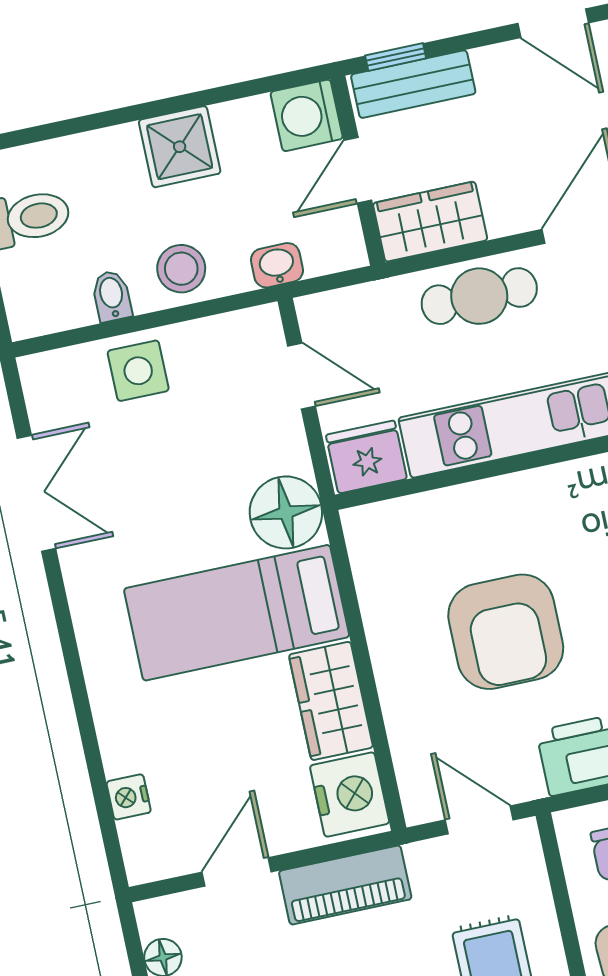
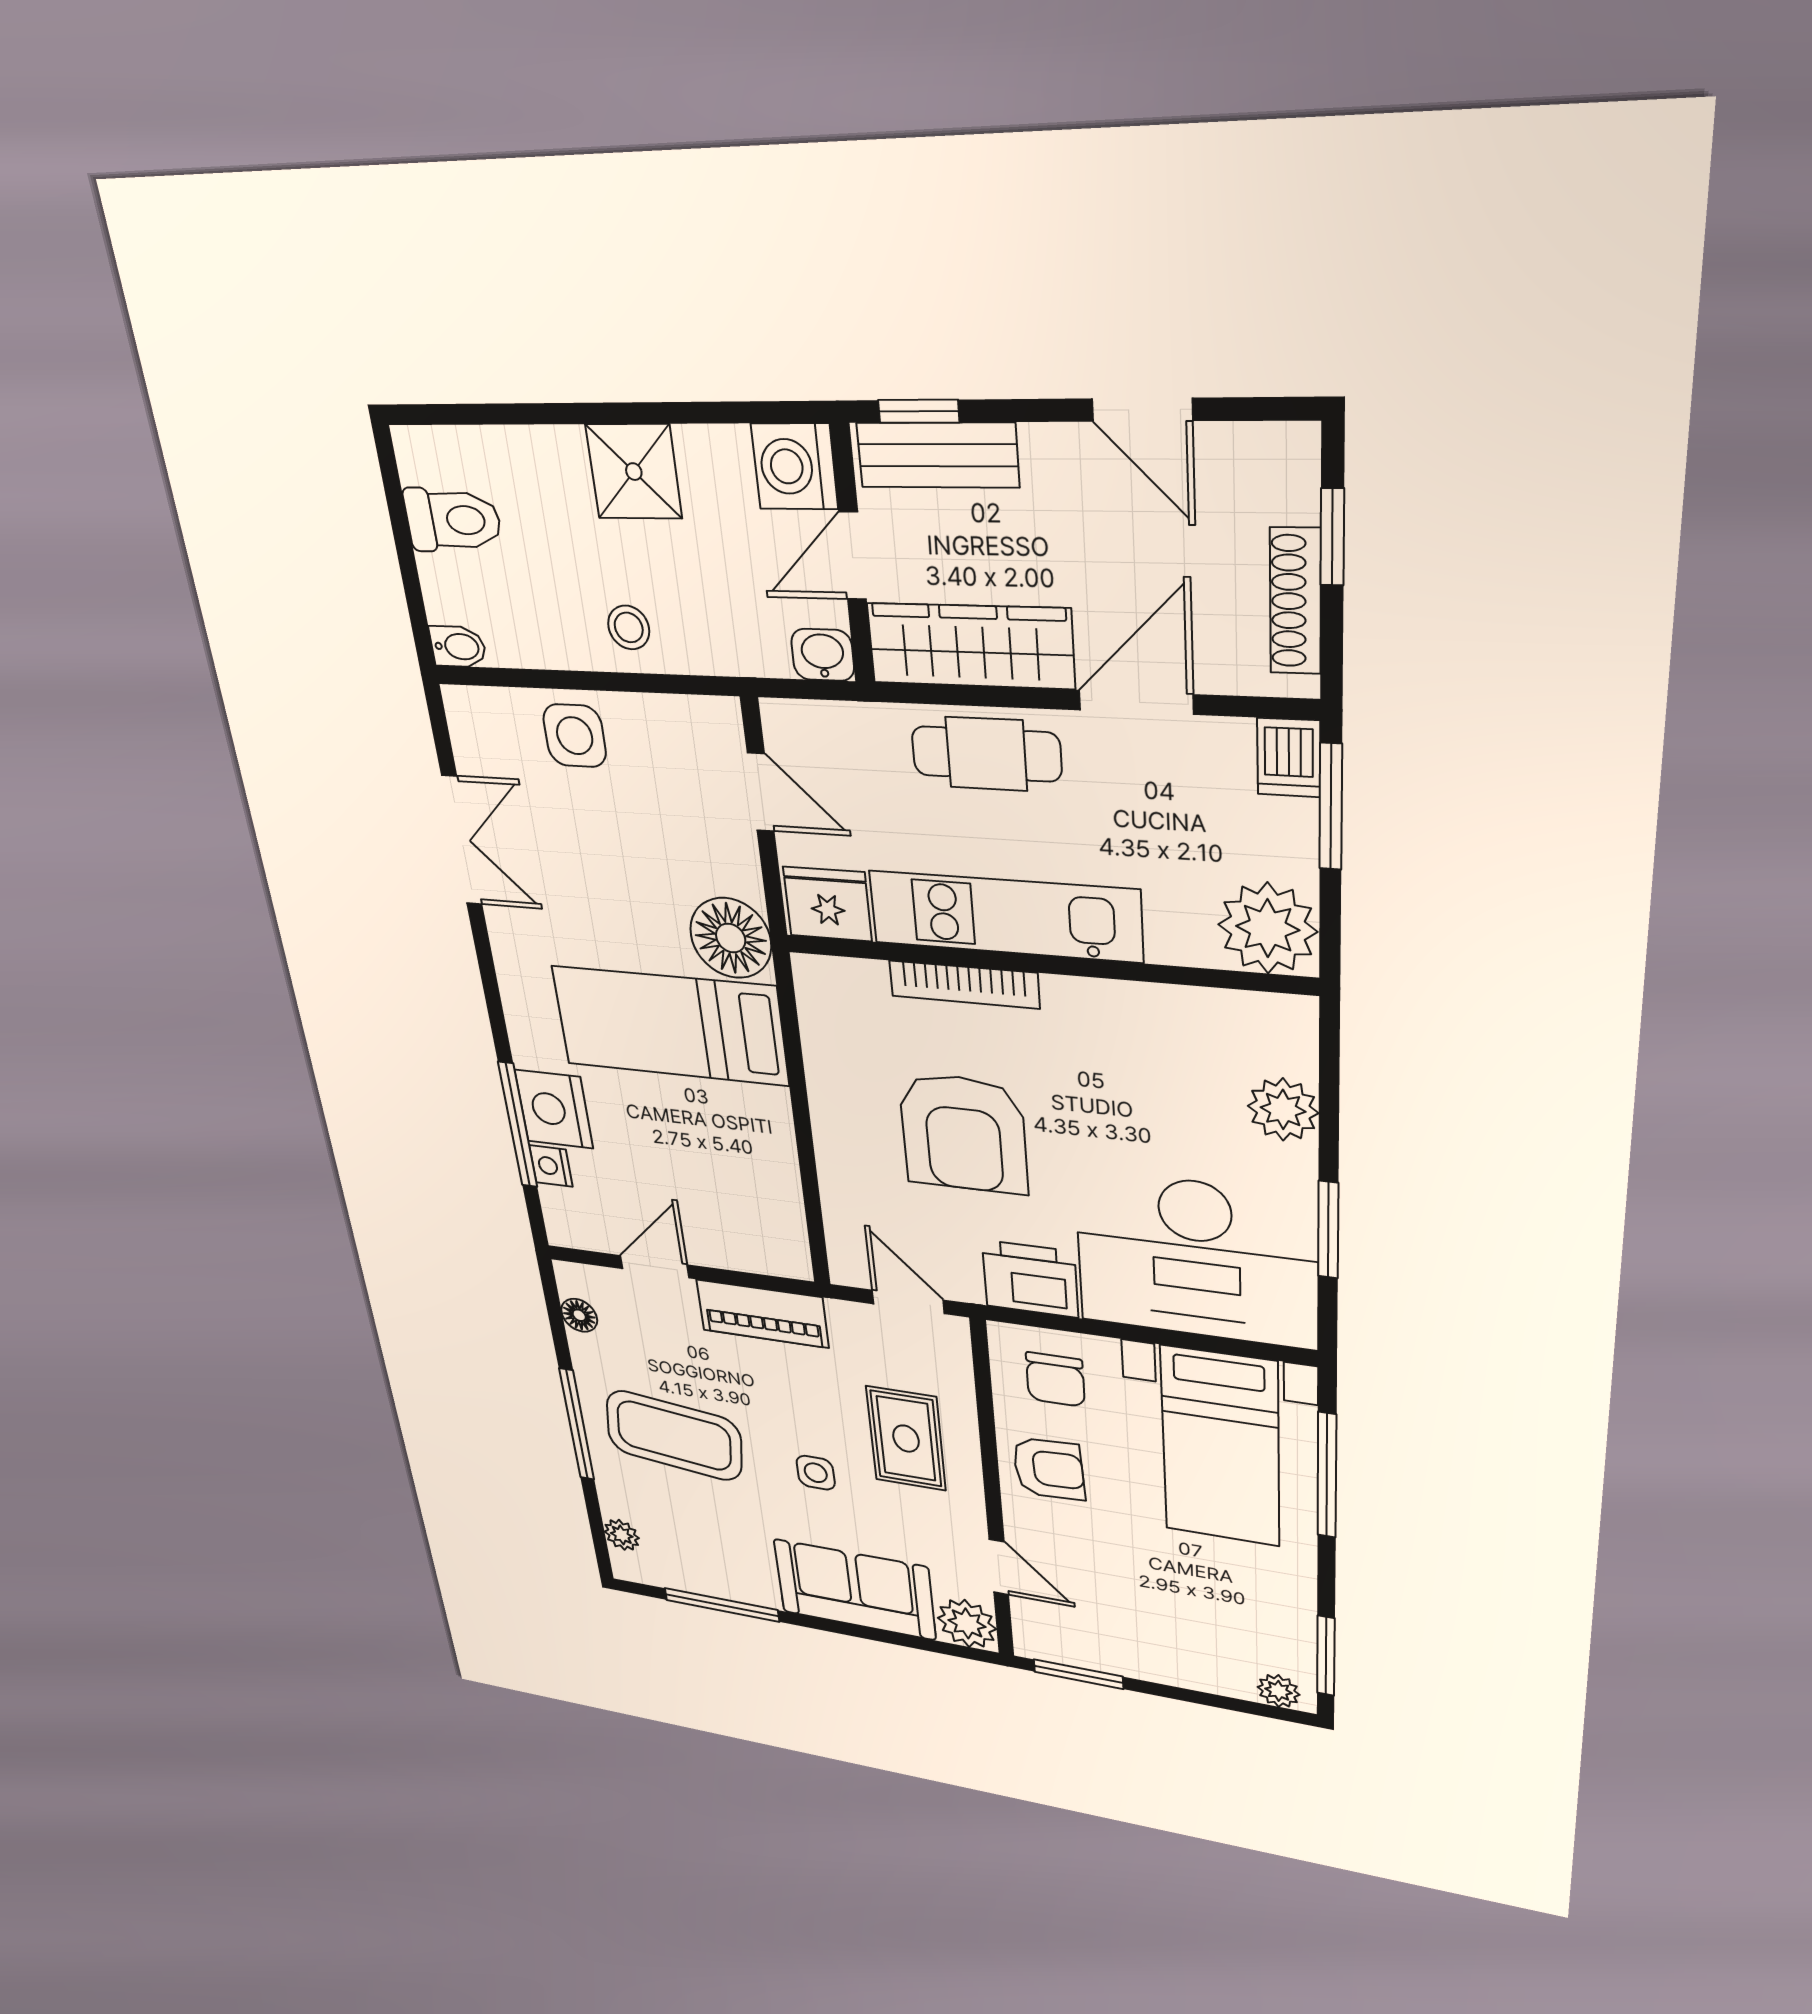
wardrobe: (430, 222) -> (970, 646), width x1.50
washbasin: (277, 265) -> (823, 655), moved
stool: (181, 269) -> (629, 627), width x0.73, depth x0.73
bidet: (112, 296) -> (458, 647), moved, turned 90
bookcase: (488, 494) -> (964, 985), added
wardrobe: (331, 701) -> (763, 1142), removed
window: (94, 764) -> (518, 1125), added
nightstand: (350, 794) -> (554, 1109), moved, turned 180

